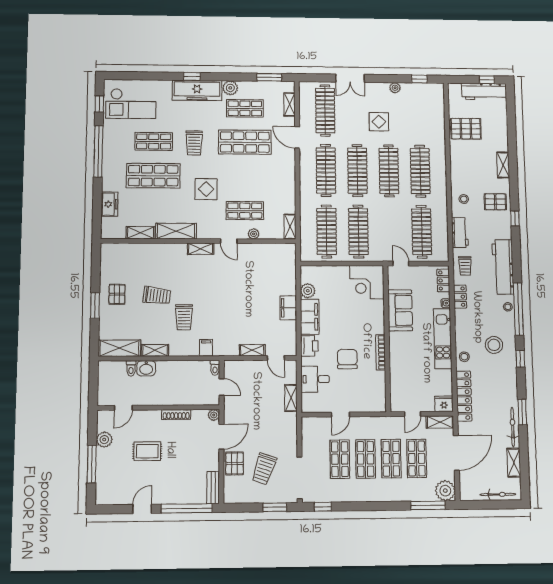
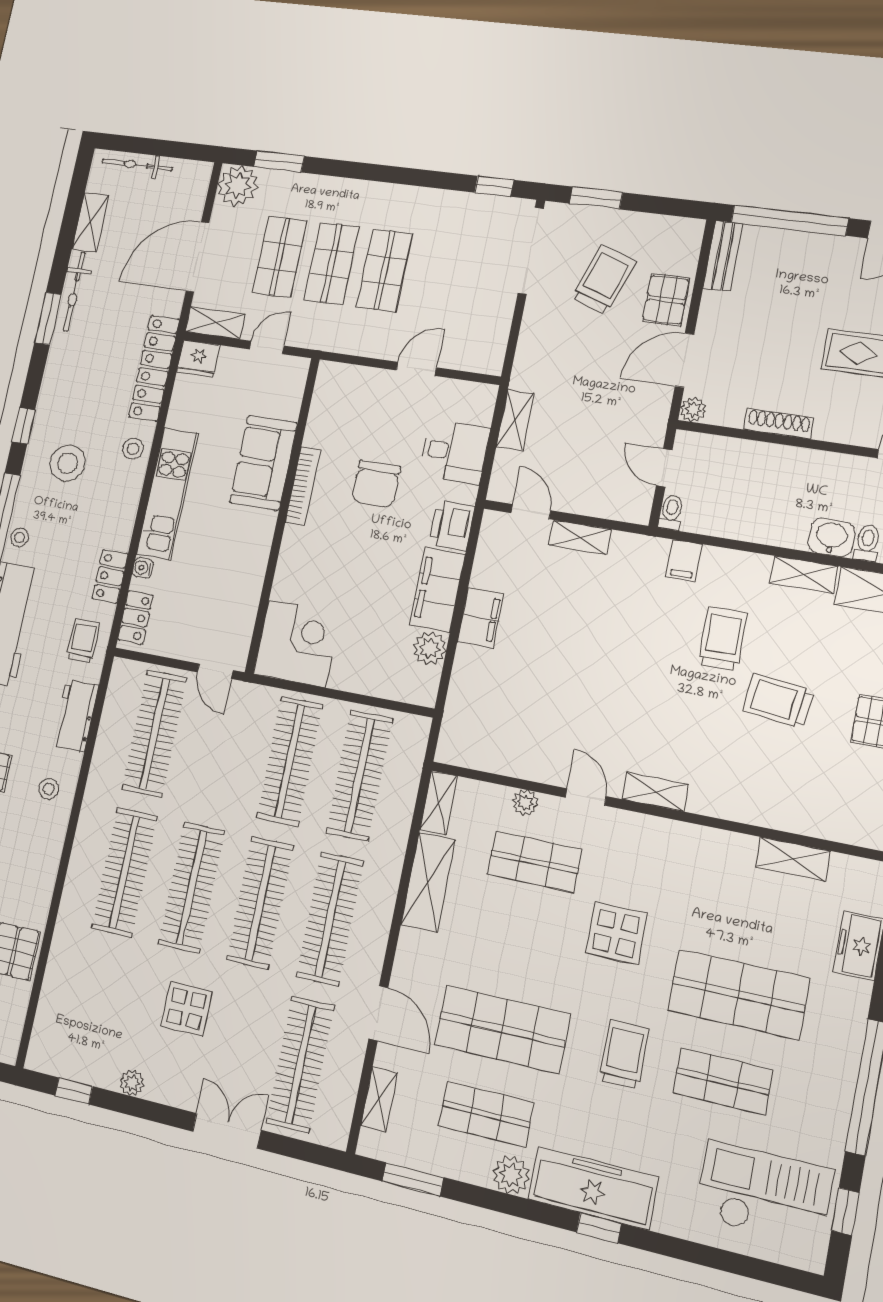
shelving: (176, 231) -> (428, 882), moved, turned 90
sofa: (400, 310) -> (263, 463), moved
shop shelf: (340, 459) -> (438, 277), removed
window: (428, 505) -> (279, 161), width x0.69

